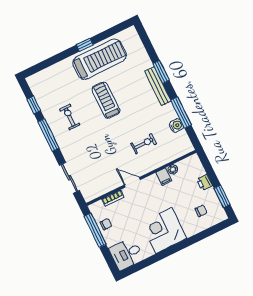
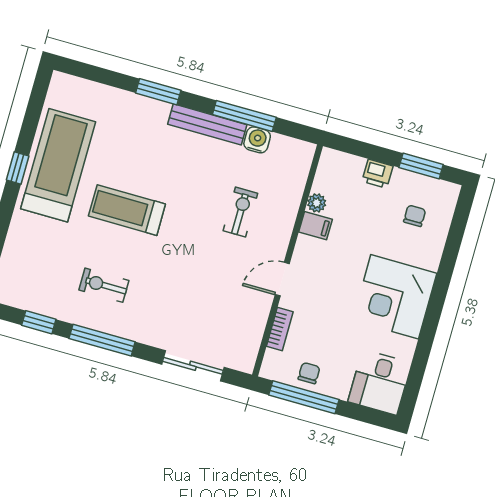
bench: (158, 86) -> (207, 124), moved

